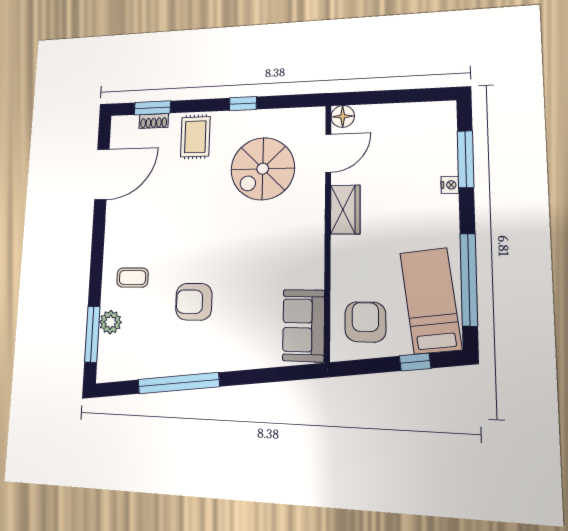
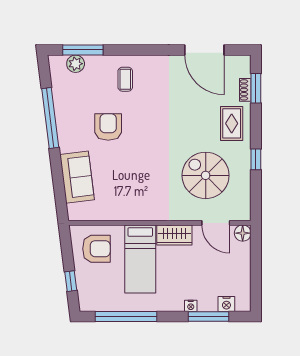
nightstand: (446, 135) -> (226, 304), added
rug: (195, 137) -> (232, 123), turned 90
bed: (431, 301) -> (140, 259), moved, turned 97
plant: (110, 322) -> (76, 64), moved
sofa: (304, 325) -> (77, 177), moved, turned 83

